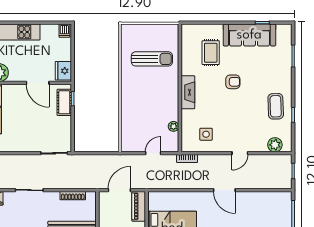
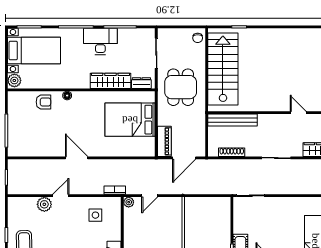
plant: (174, 126) -> (129, 202), moved
plant: (275, 145) -> (44, 204), moved

